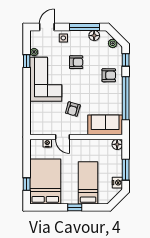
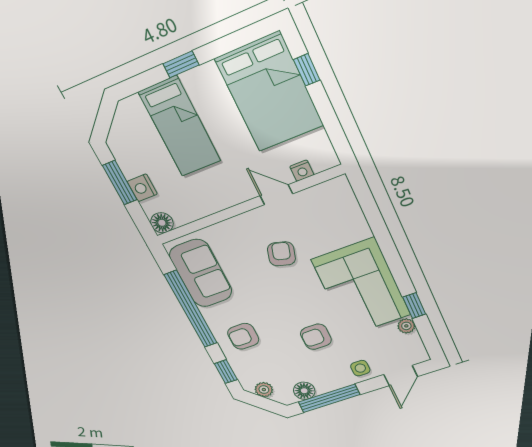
sofa: (105, 125) -> (201, 273), moved, turned -90
nightstand: (117, 183) -> (142, 188), moved

